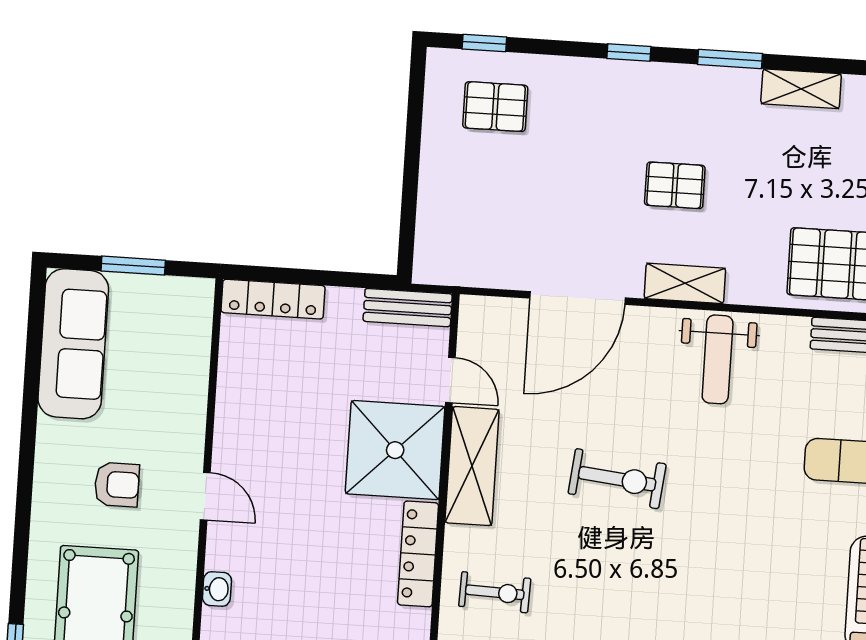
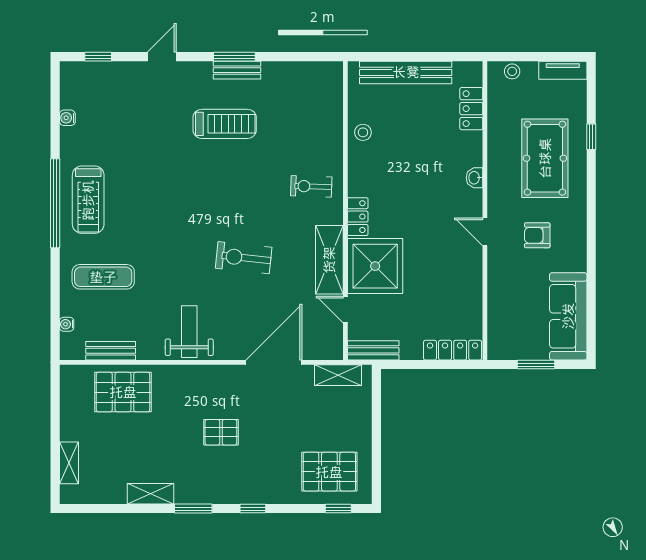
pallet: (495, 107) -> (329, 472), width x1.50, depth x1.42
shelving: (685, 283) -> (338, 375), moved
locker: (418, 554) -> (358, 217), width x0.66

